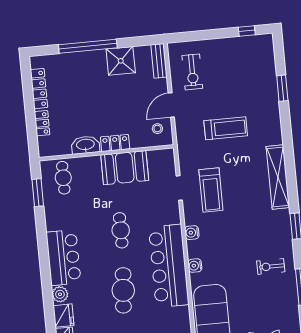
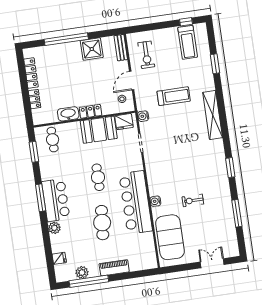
shelving: (278, 177) -> (213, 115), moved
treadmill: (211, 190) -> (188, 42), moved
water cooler: (192, 233) -> (143, 116), moved
window: (44, 254) -> (41, 198), added
exercise bike: (271, 266) -> (193, 200), moved
fridge: (63, 316) -> (124, 122), moved, turned 90

